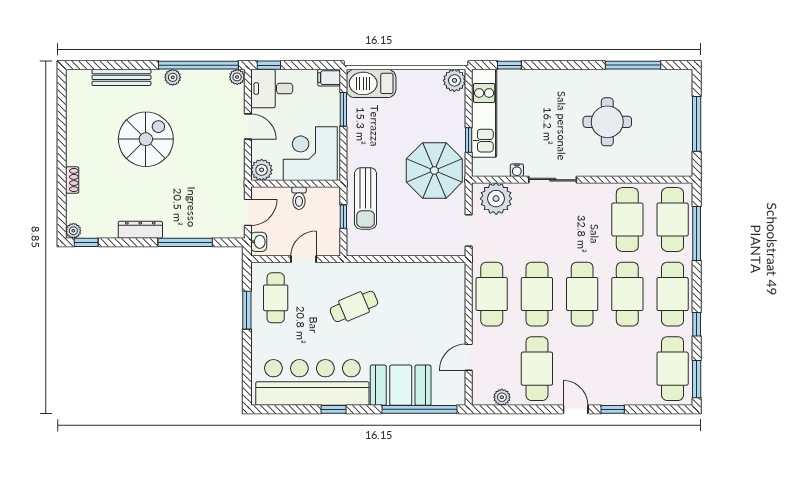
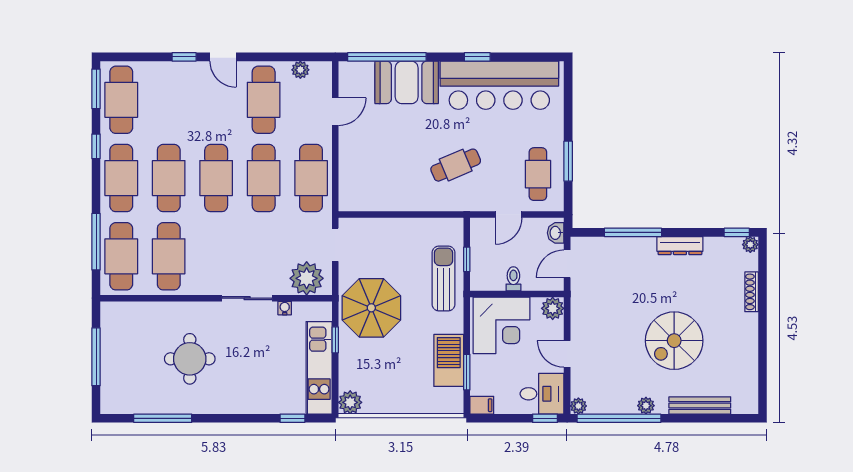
barbecue: (371, 83) -> (449, 360), moved, turned -90
shoe rack: (72, 180) -> (752, 292), width x1.43

